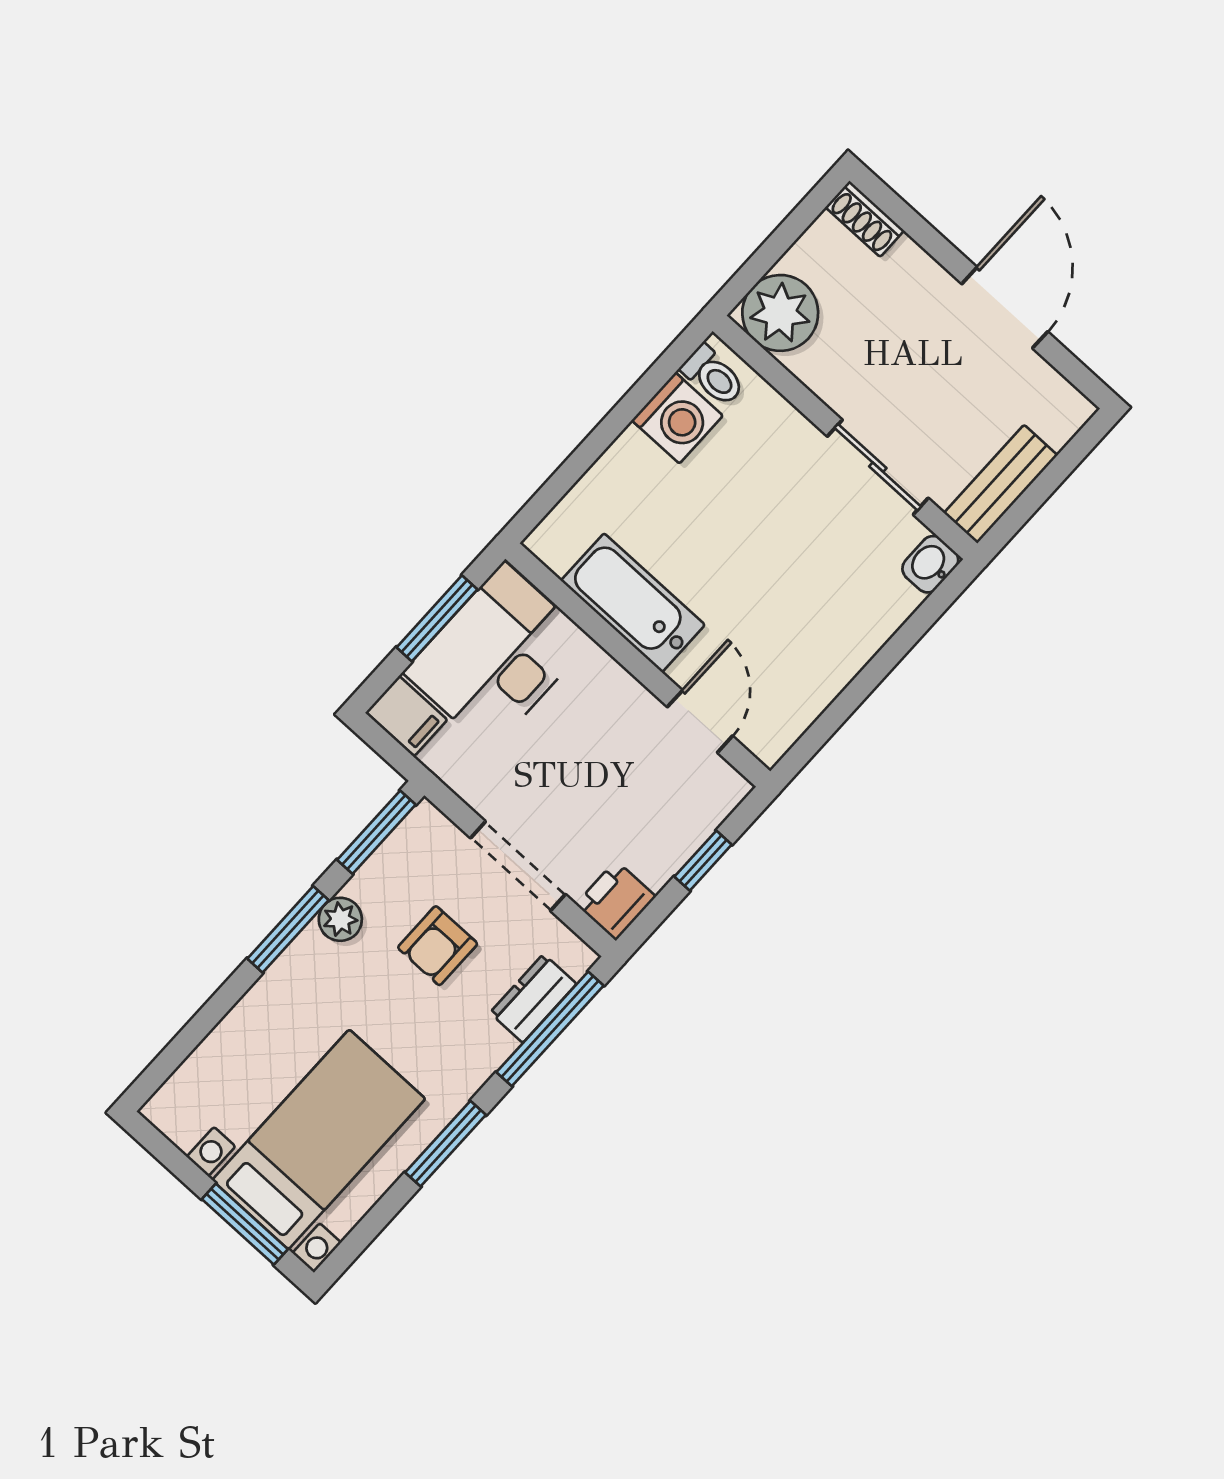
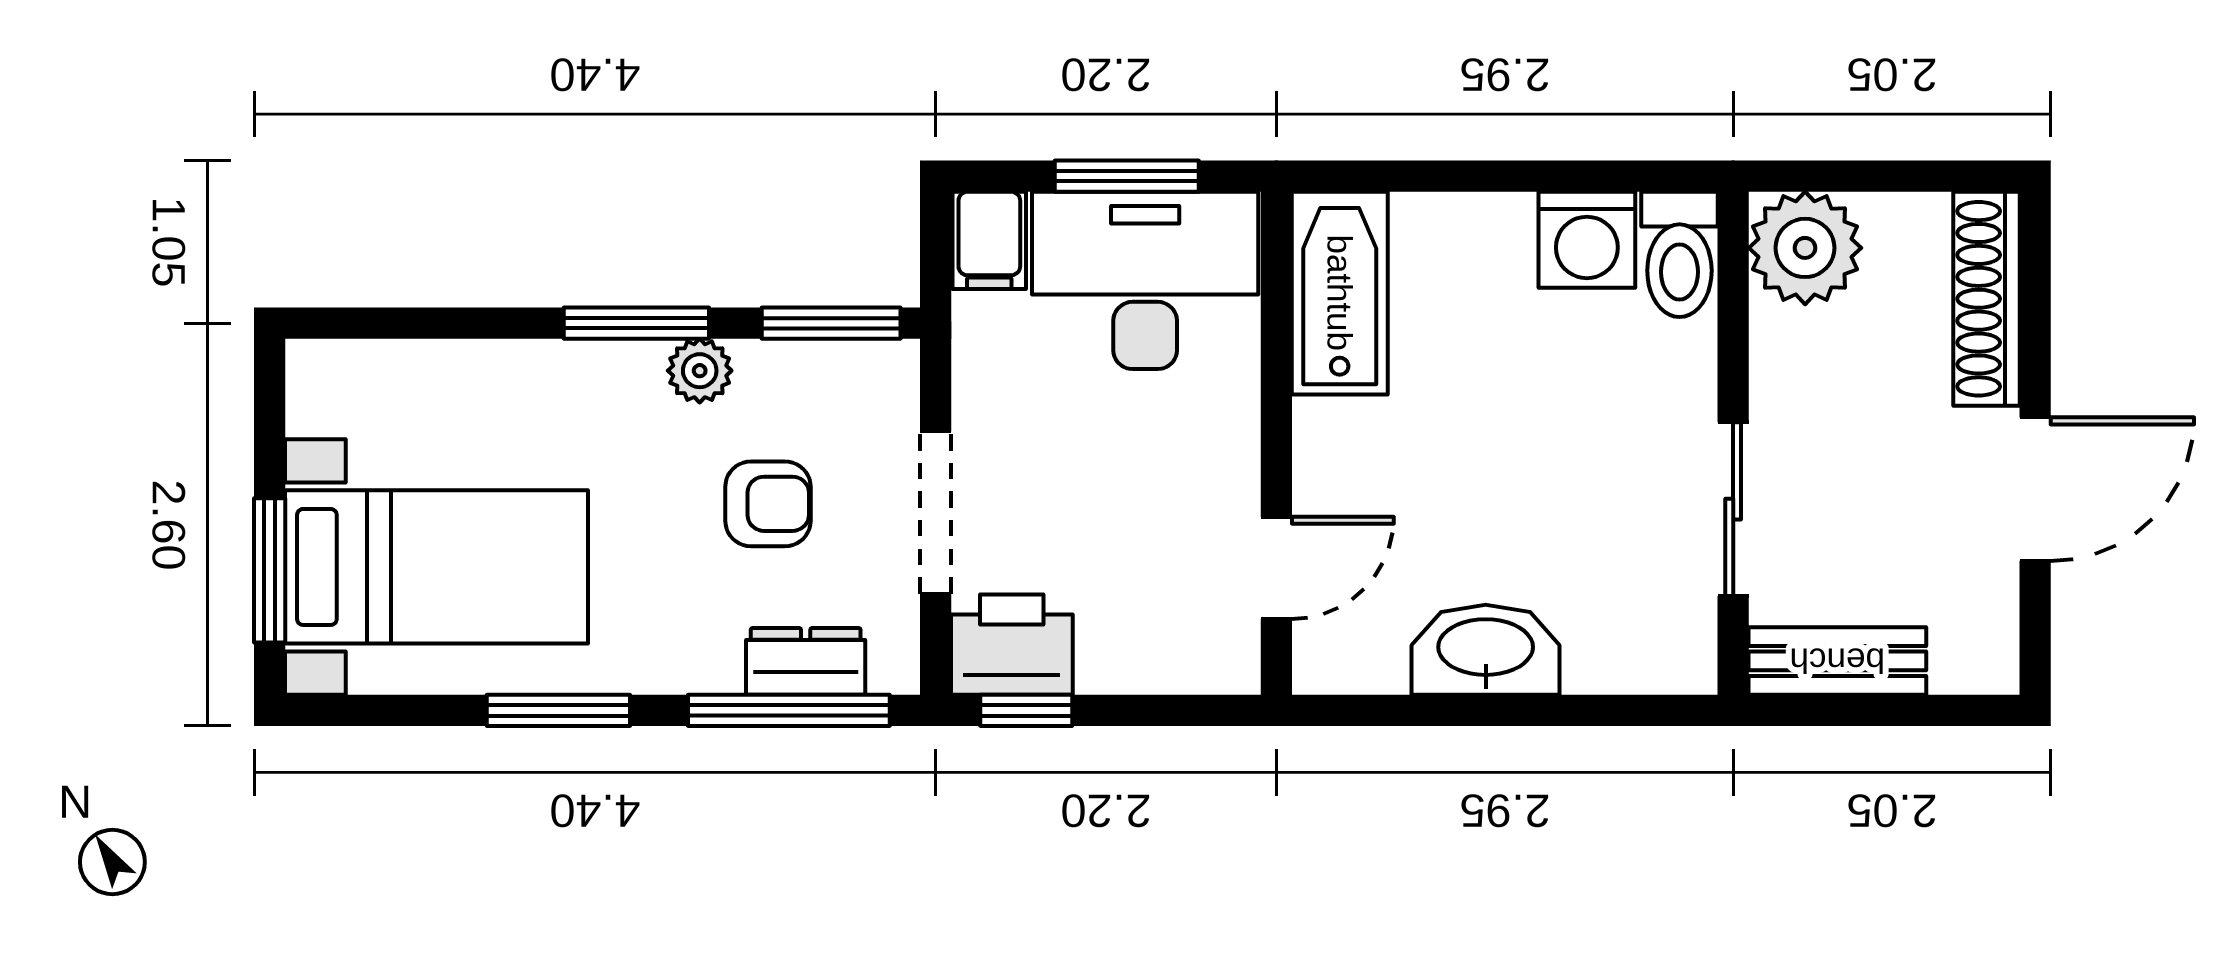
shoe rack: (865, 219) -> (1987, 299), width x1.94, depth x1.24
toilet: (713, 376) -> (1679, 254), width x1.37, depth x1.39
washbasin: (930, 564) -> (1486, 650), moved, width x1.91, depth x1.45
bathtub: (633, 603) -> (1340, 293), moved
window: (703, 861) -> (1026, 710), moved
printer: (616, 900) -> (1012, 645), width x1.36, depth x1.24
armchair: (438, 946) -> (768, 504), turned 180

